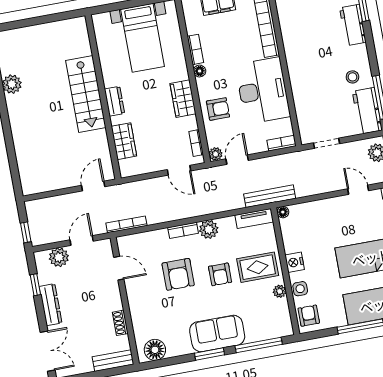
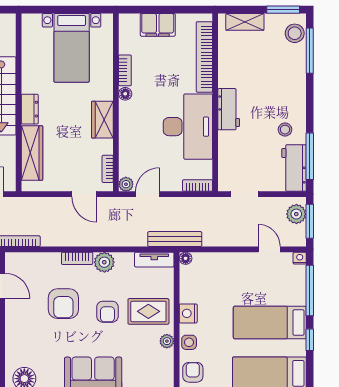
workbench: (353, 25) -> (229, 109), moved, turned 180
armchair: (218, 109) -> (137, 137), removed
wardrobe: (124, 141) -> (32, 153), width x1.50

